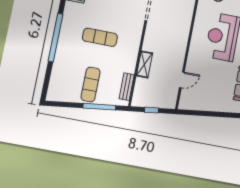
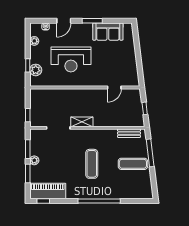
shelving: (144, 64) -> (82, 122), moved
door: (182, 80) -> (114, 88), swing flipped

